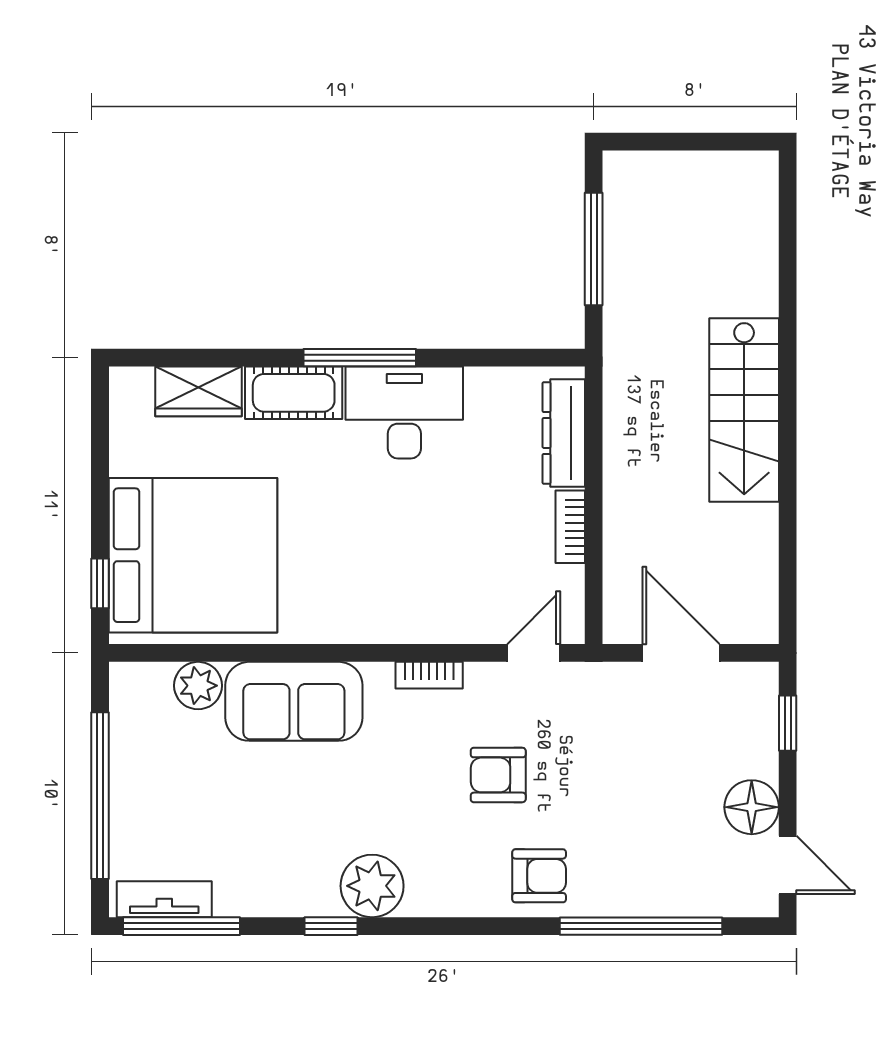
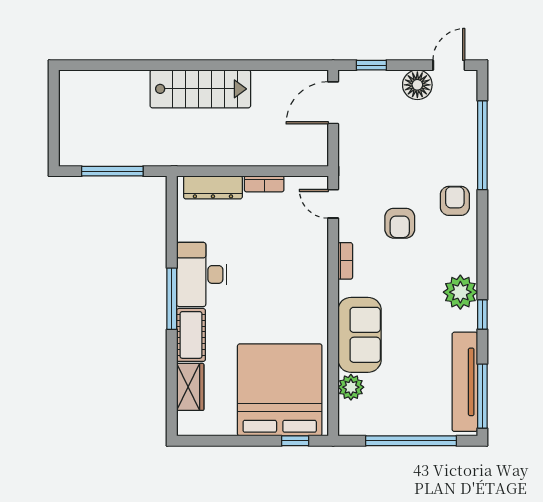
door: (681, 653) -> (333, 103), moved
tv unit: (164, 899) -> (465, 382), width x1.92, depth x1.29

